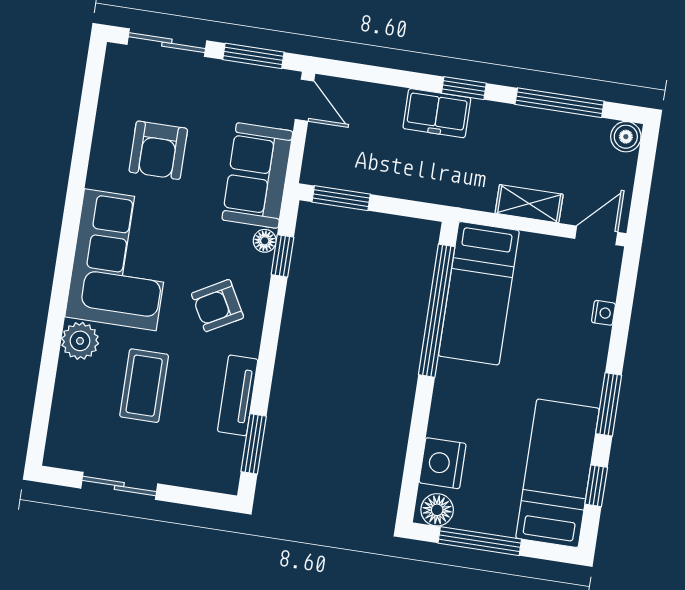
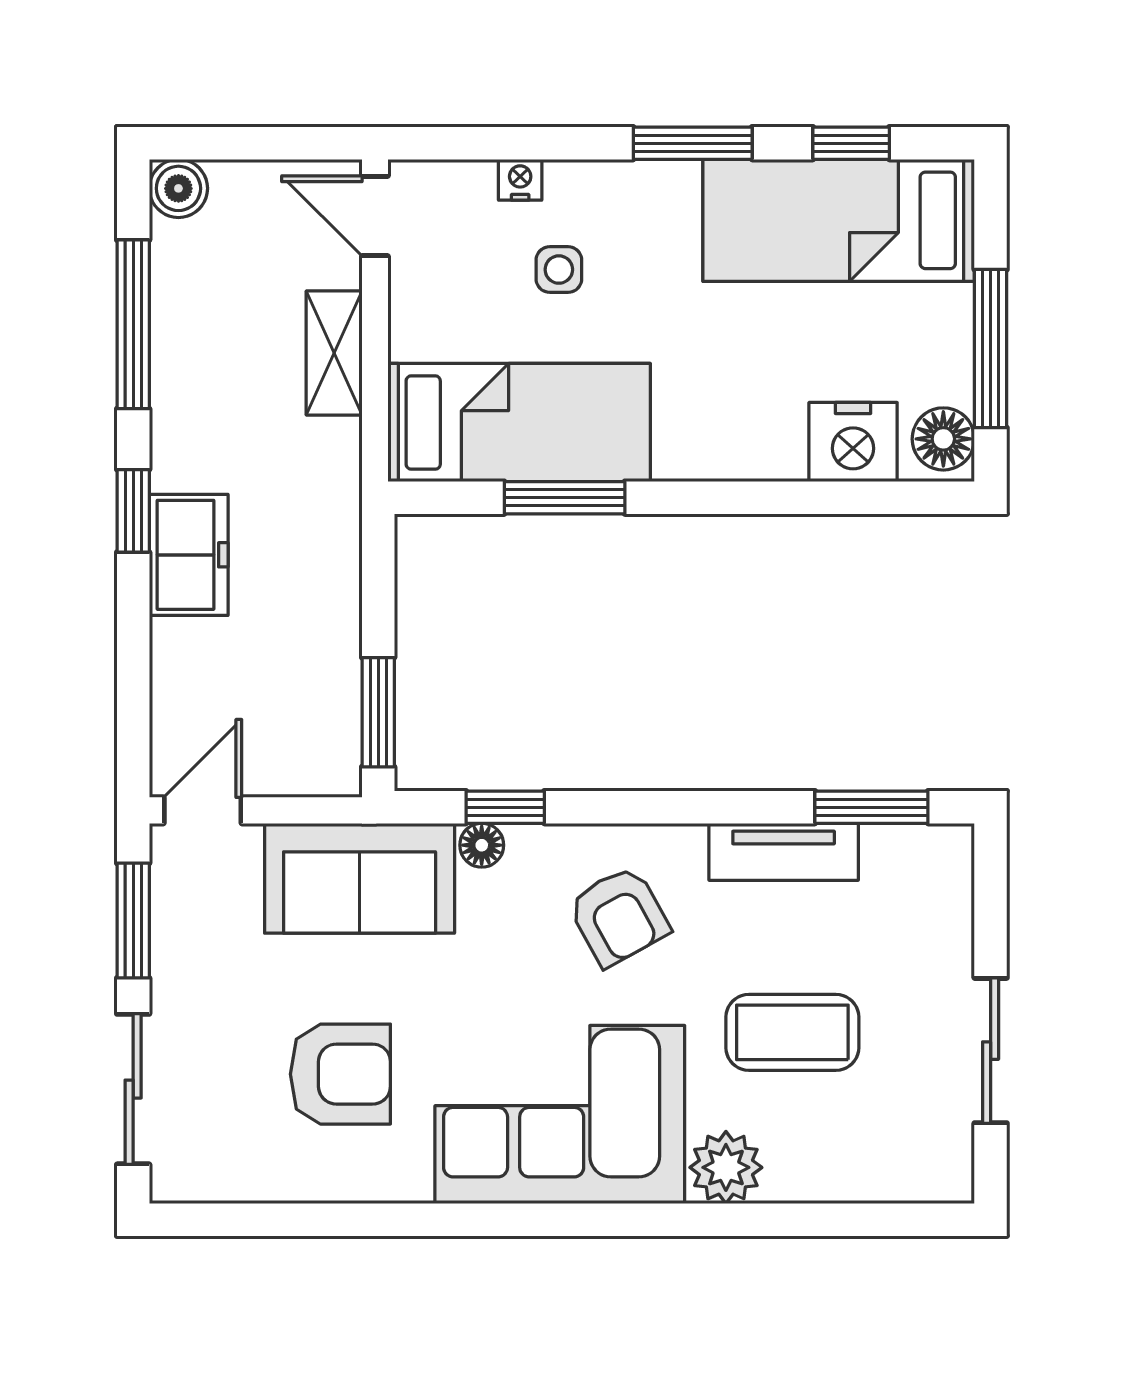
window: (437, 311) -> (565, 498), width x0.47
side table: (554, 326) -> (559, 270), added

